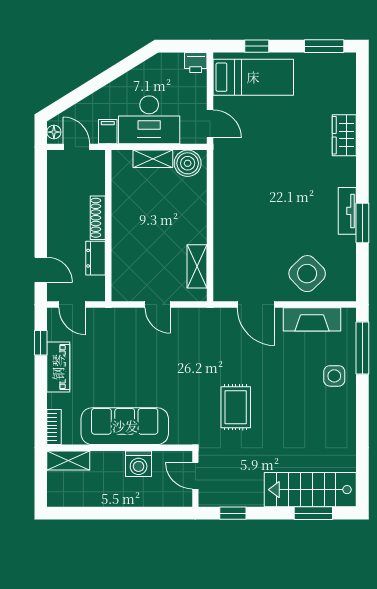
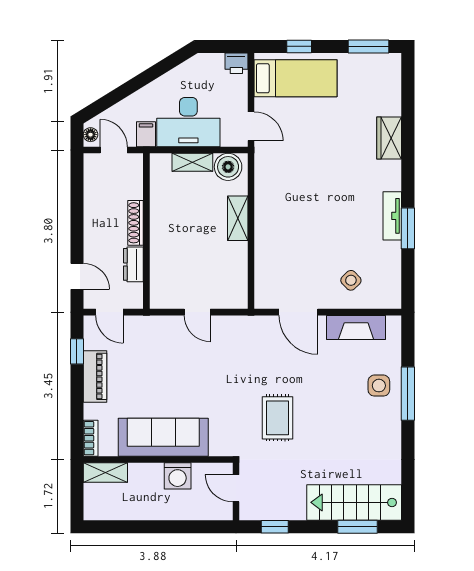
shelving: (197, 266) -> (238, 218), moved
side table: (307, 274) -> (351, 280), width x0.54, depth x0.54
window: (362, 348) -> (408, 394), moved

